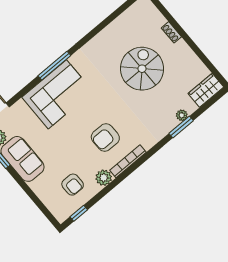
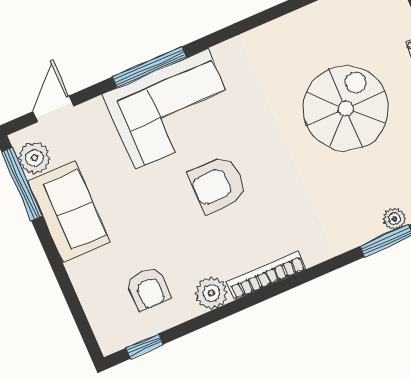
window: (54, 66) -> (149, 67), moved
armchair: (105, 137) -> (218, 184), moved

